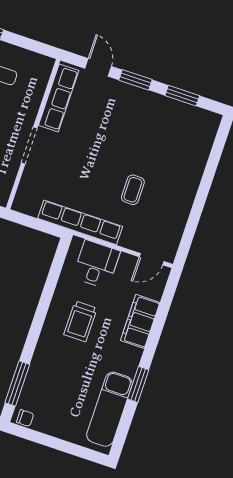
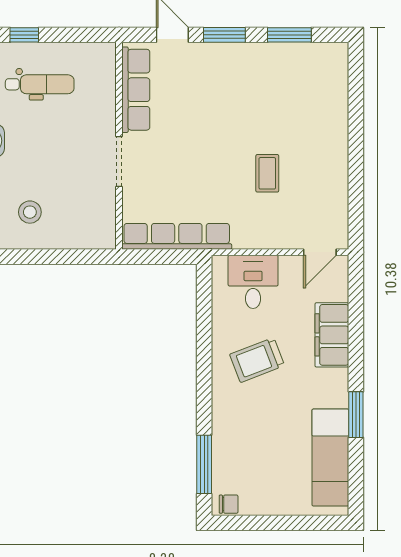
row of seats: (80, 222) -> (177, 236), moved
trolley: (80, 321) -> (257, 360), turned 69

